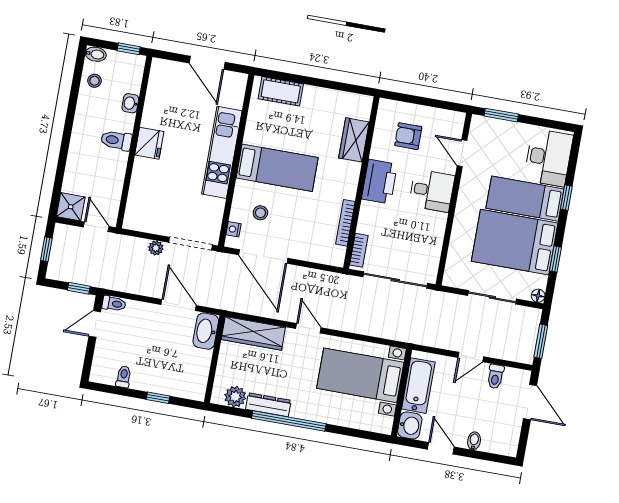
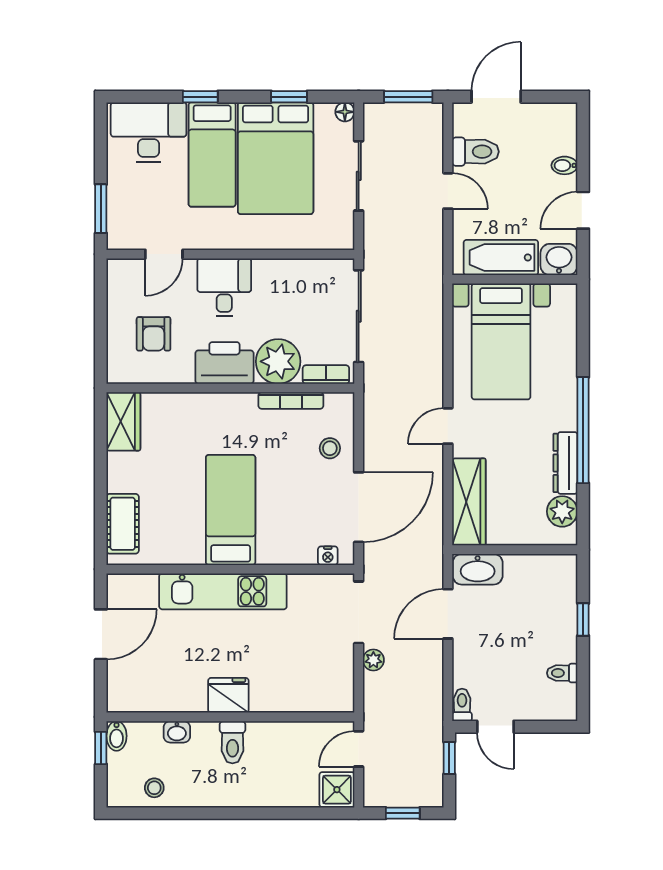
bidet: (96, 54) -> (117, 736), moved, turned 180
wardrobe: (354, 140) -> (123, 421), moved, turned -90
stool: (260, 213) -> (330, 448), moved
plant: (374, 219) -> (278, 361), added
toilet: (495, 376) -> (475, 152), width x1.37, depth x1.39

